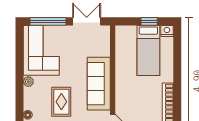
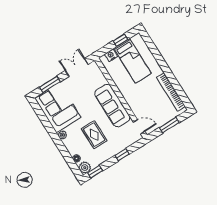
window: (48, 21) -> (50, 84), width x0.69
nightstand: (167, 31) -> (111, 55), moved

